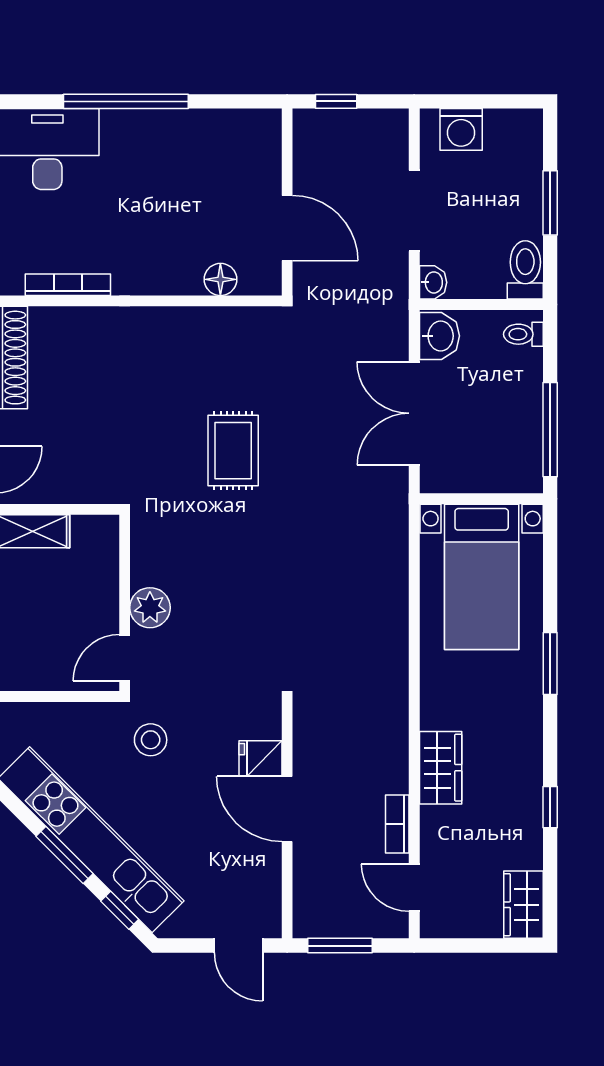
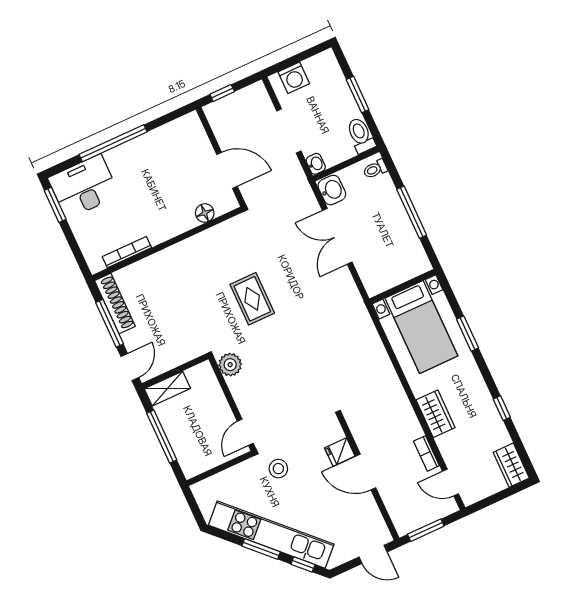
wall: (481, 499) -> (403, 287), moved
bed with nightstands: (482, 577) -> (421, 327), moved
plant: (150, 608) -> (230, 365), moved

